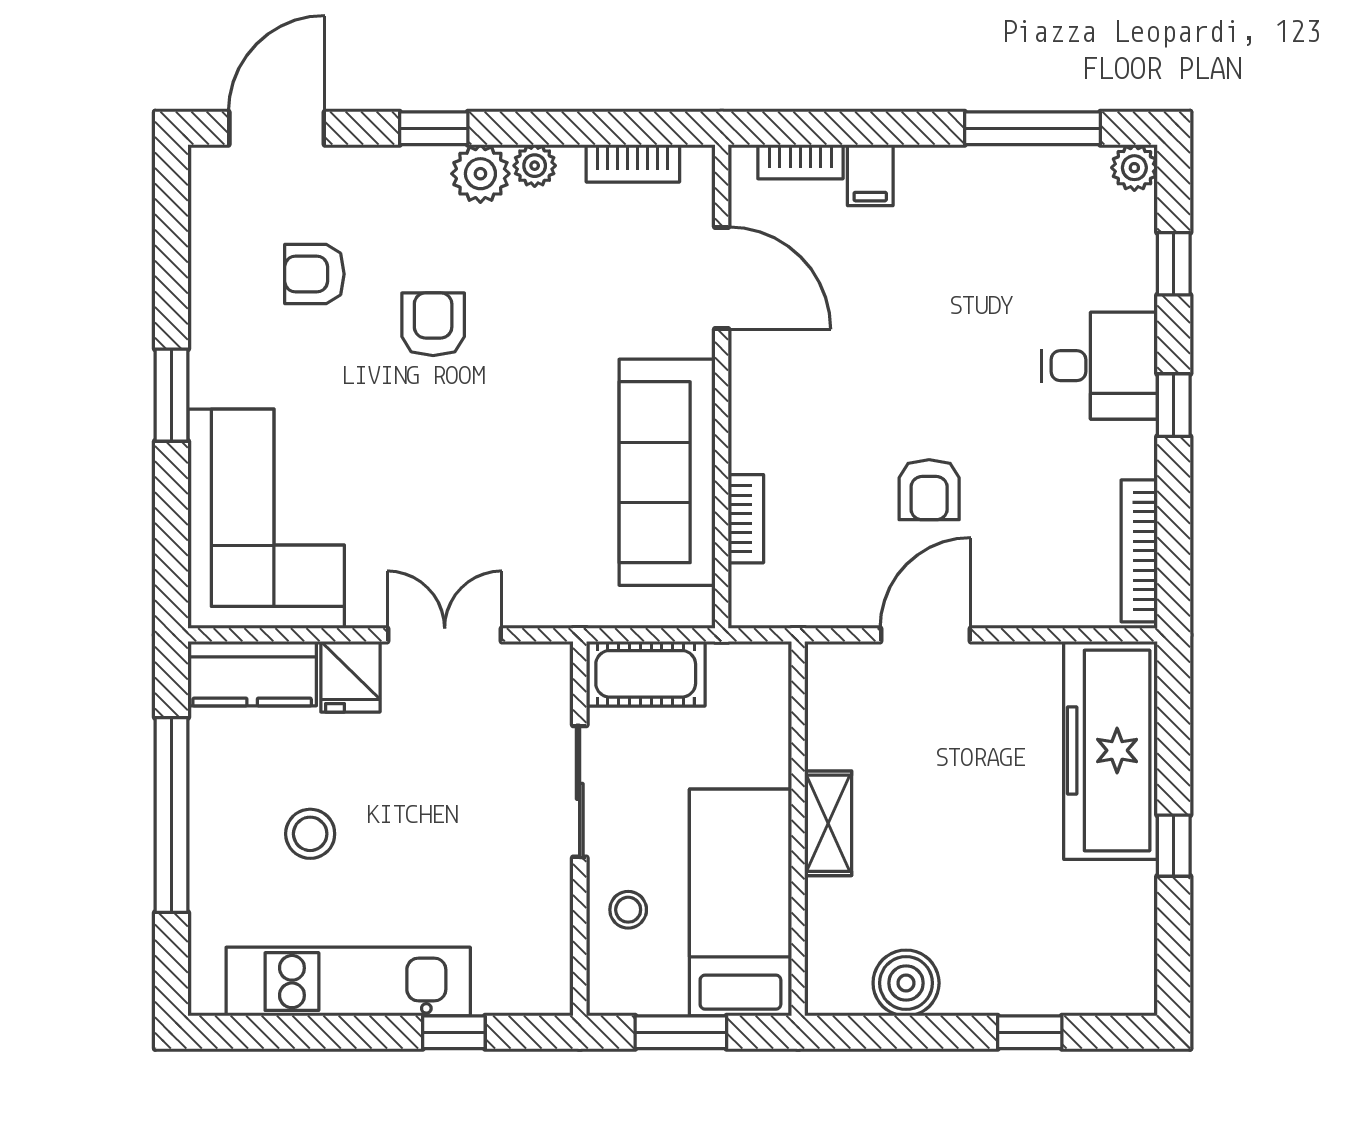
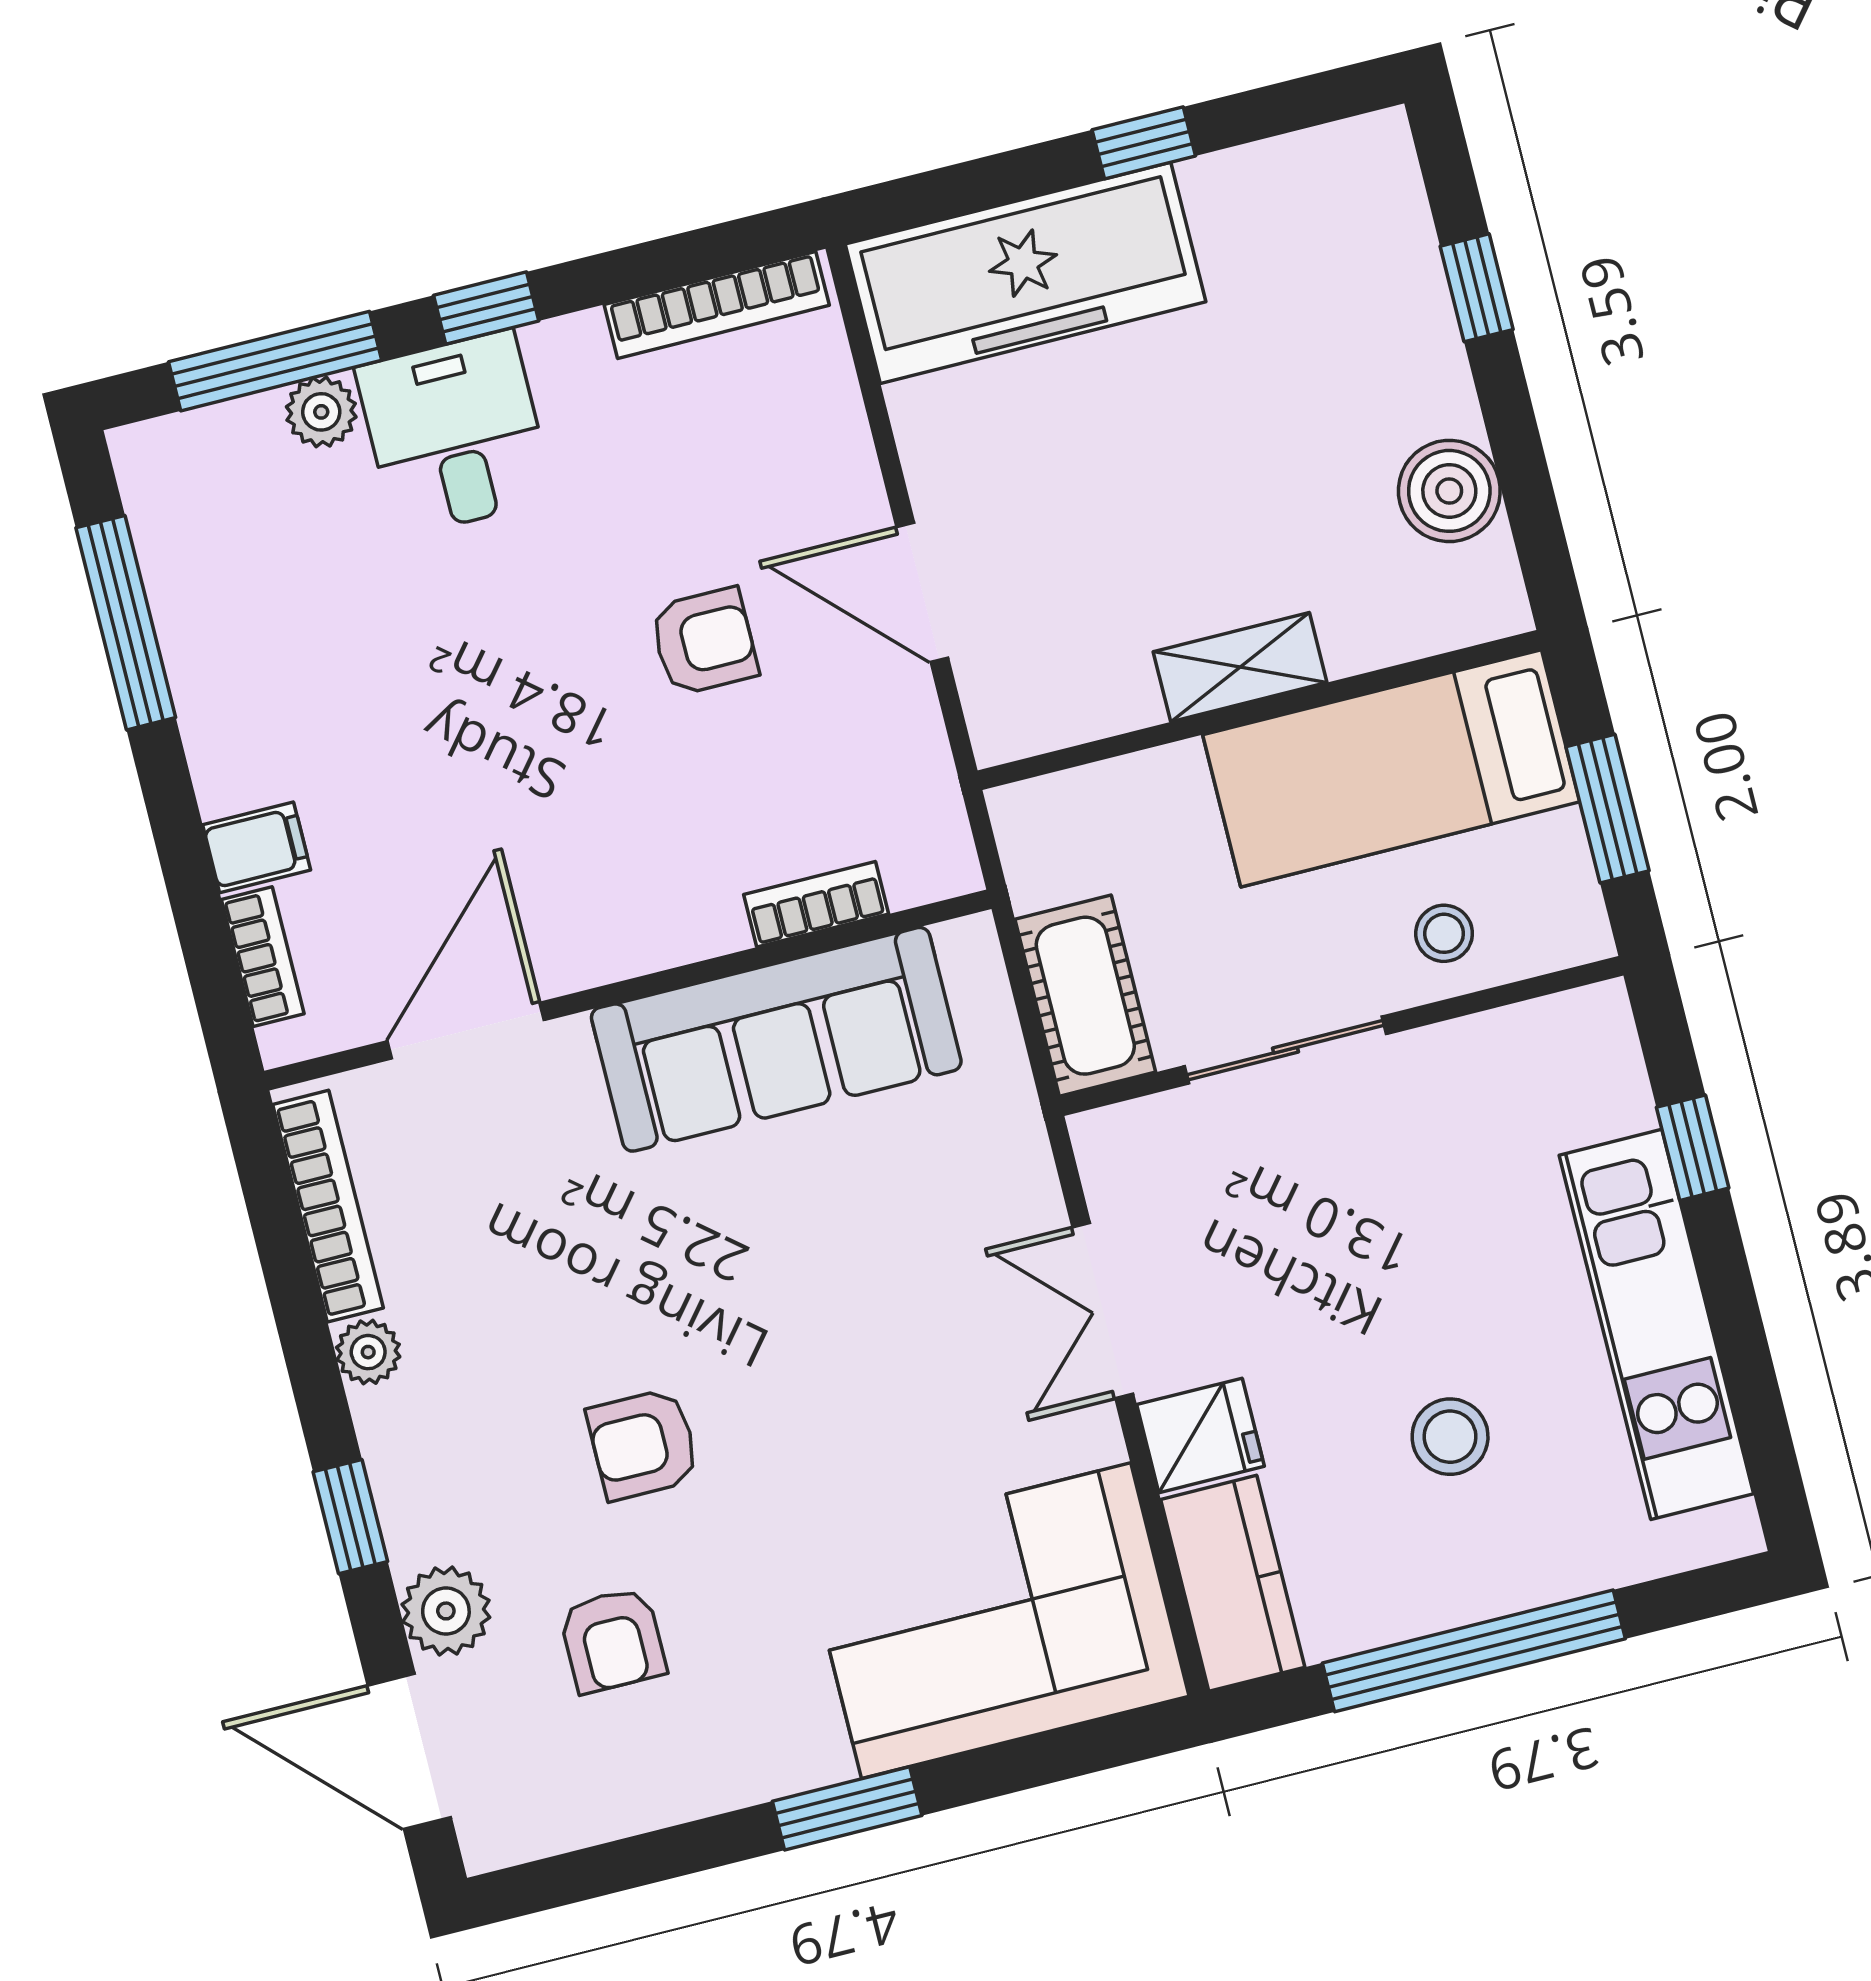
bookcase: (633, 163) -> (328, 1206), width x1.56
plant: (1134, 168) -> (321, 412), moved
plant: (480, 174) -> (446, 1611), moved
window: (1174, 264) -> (275, 361), width x2.17

